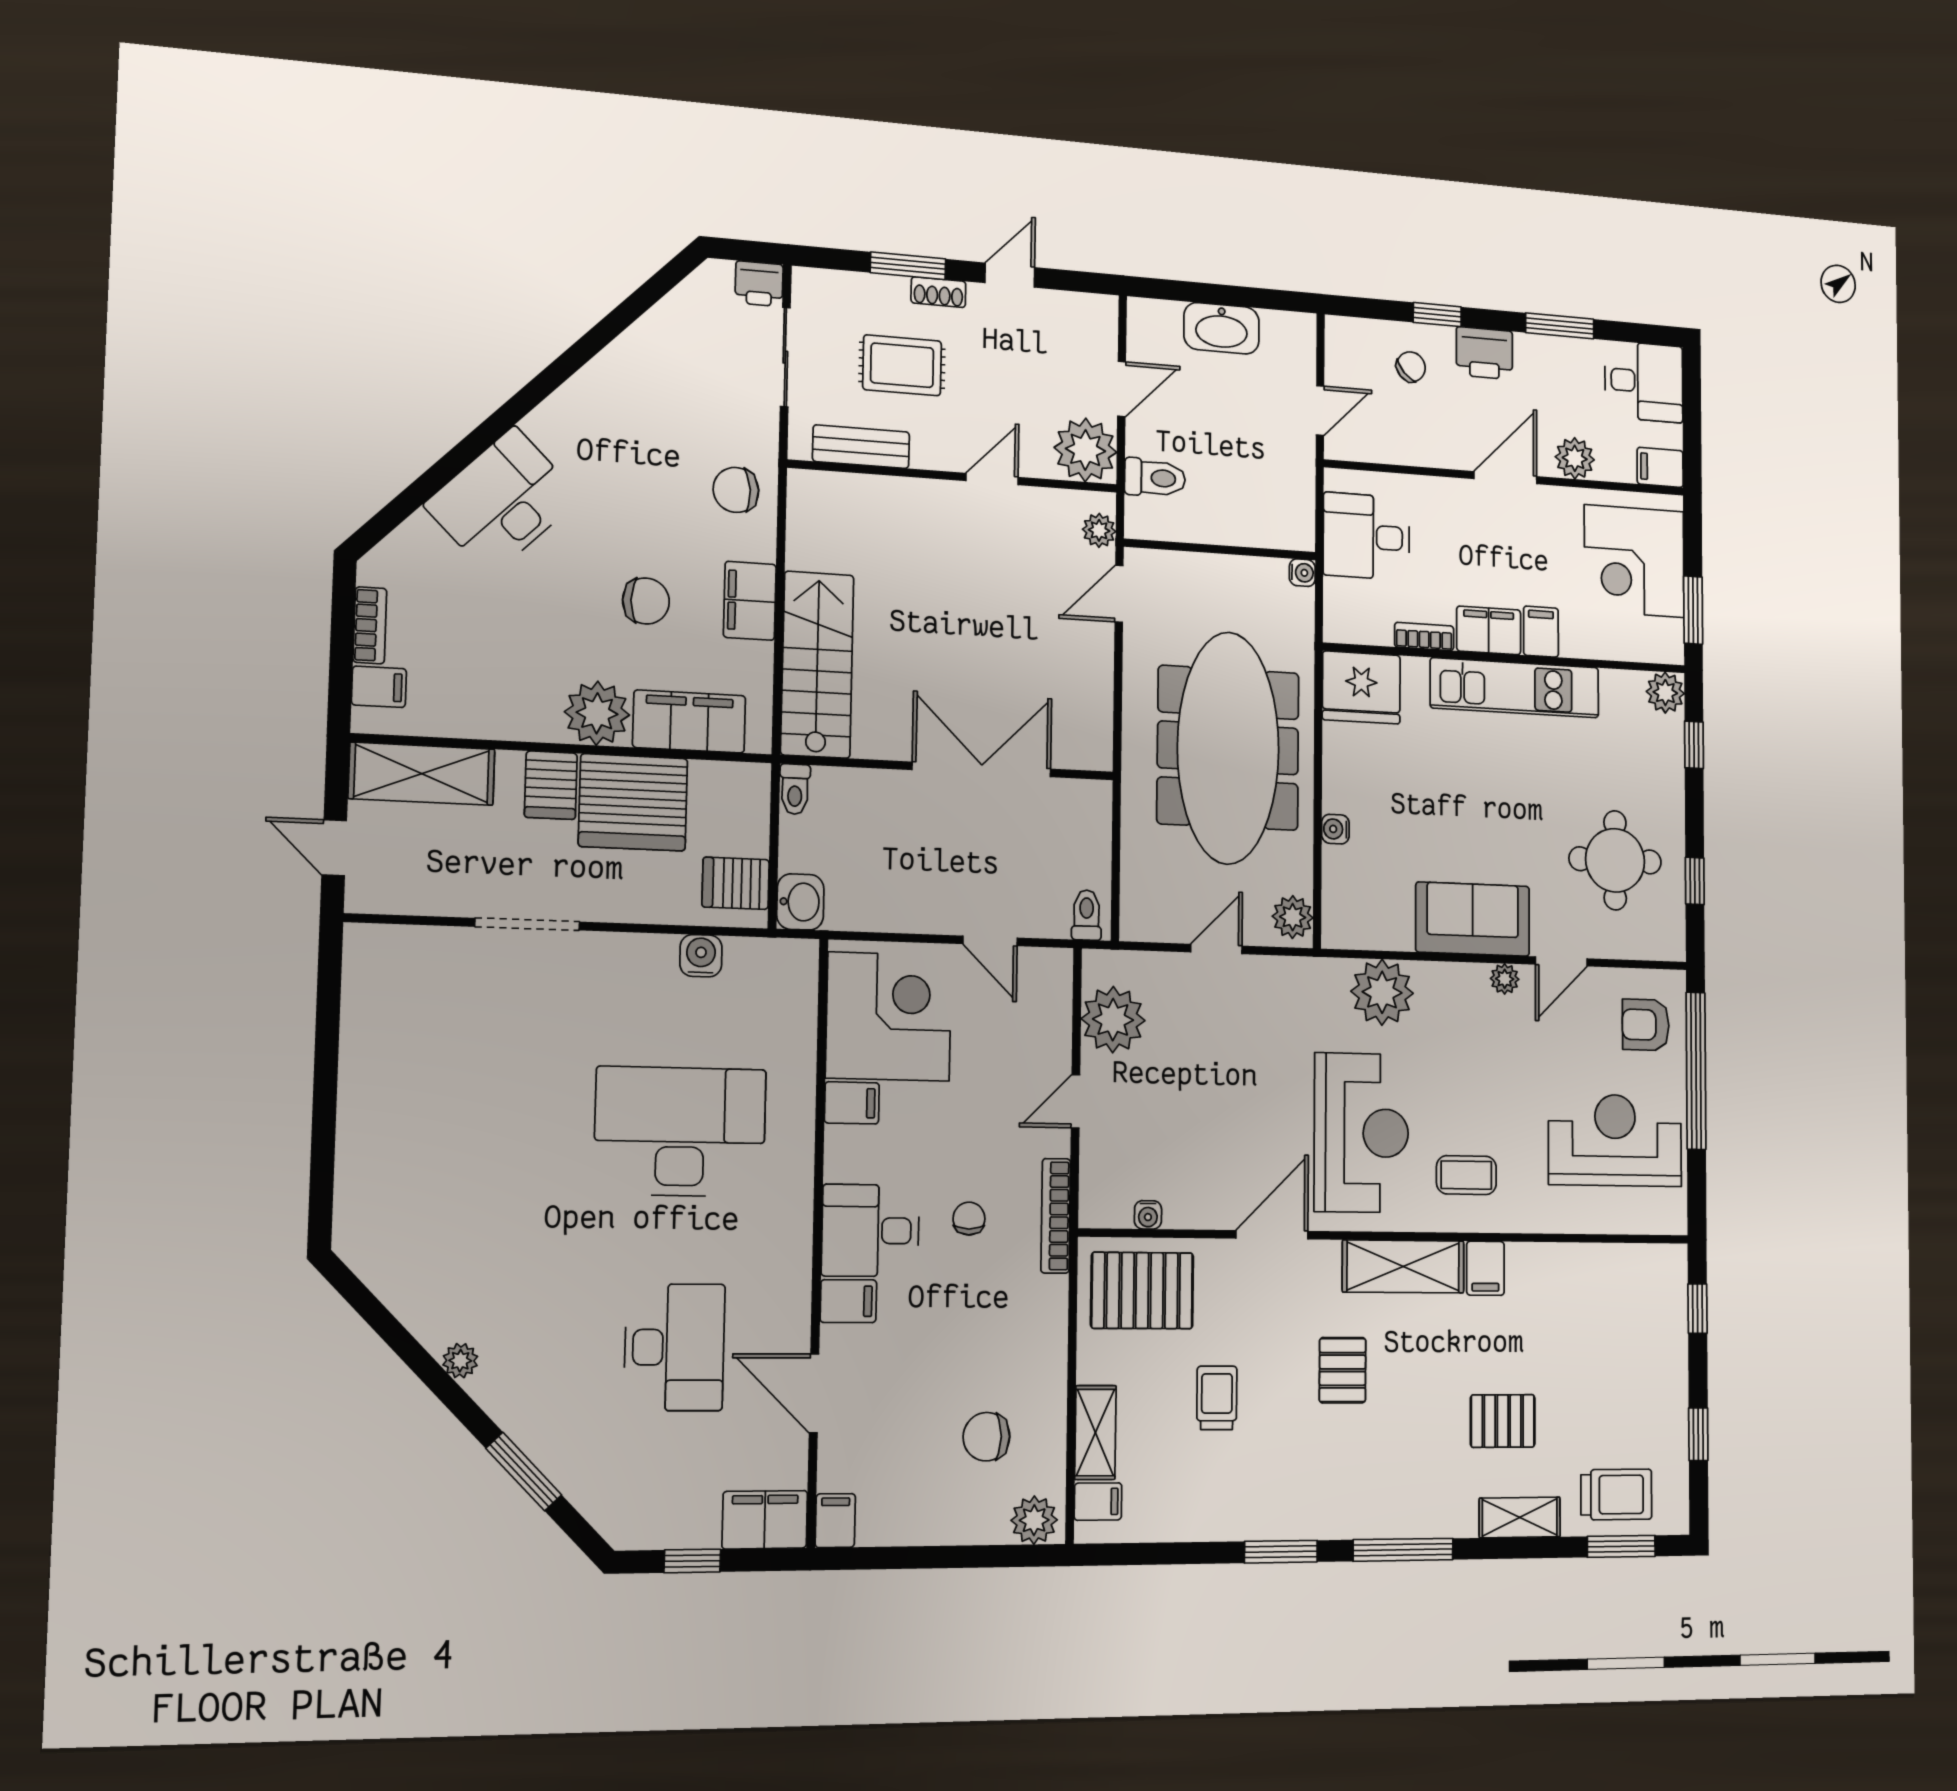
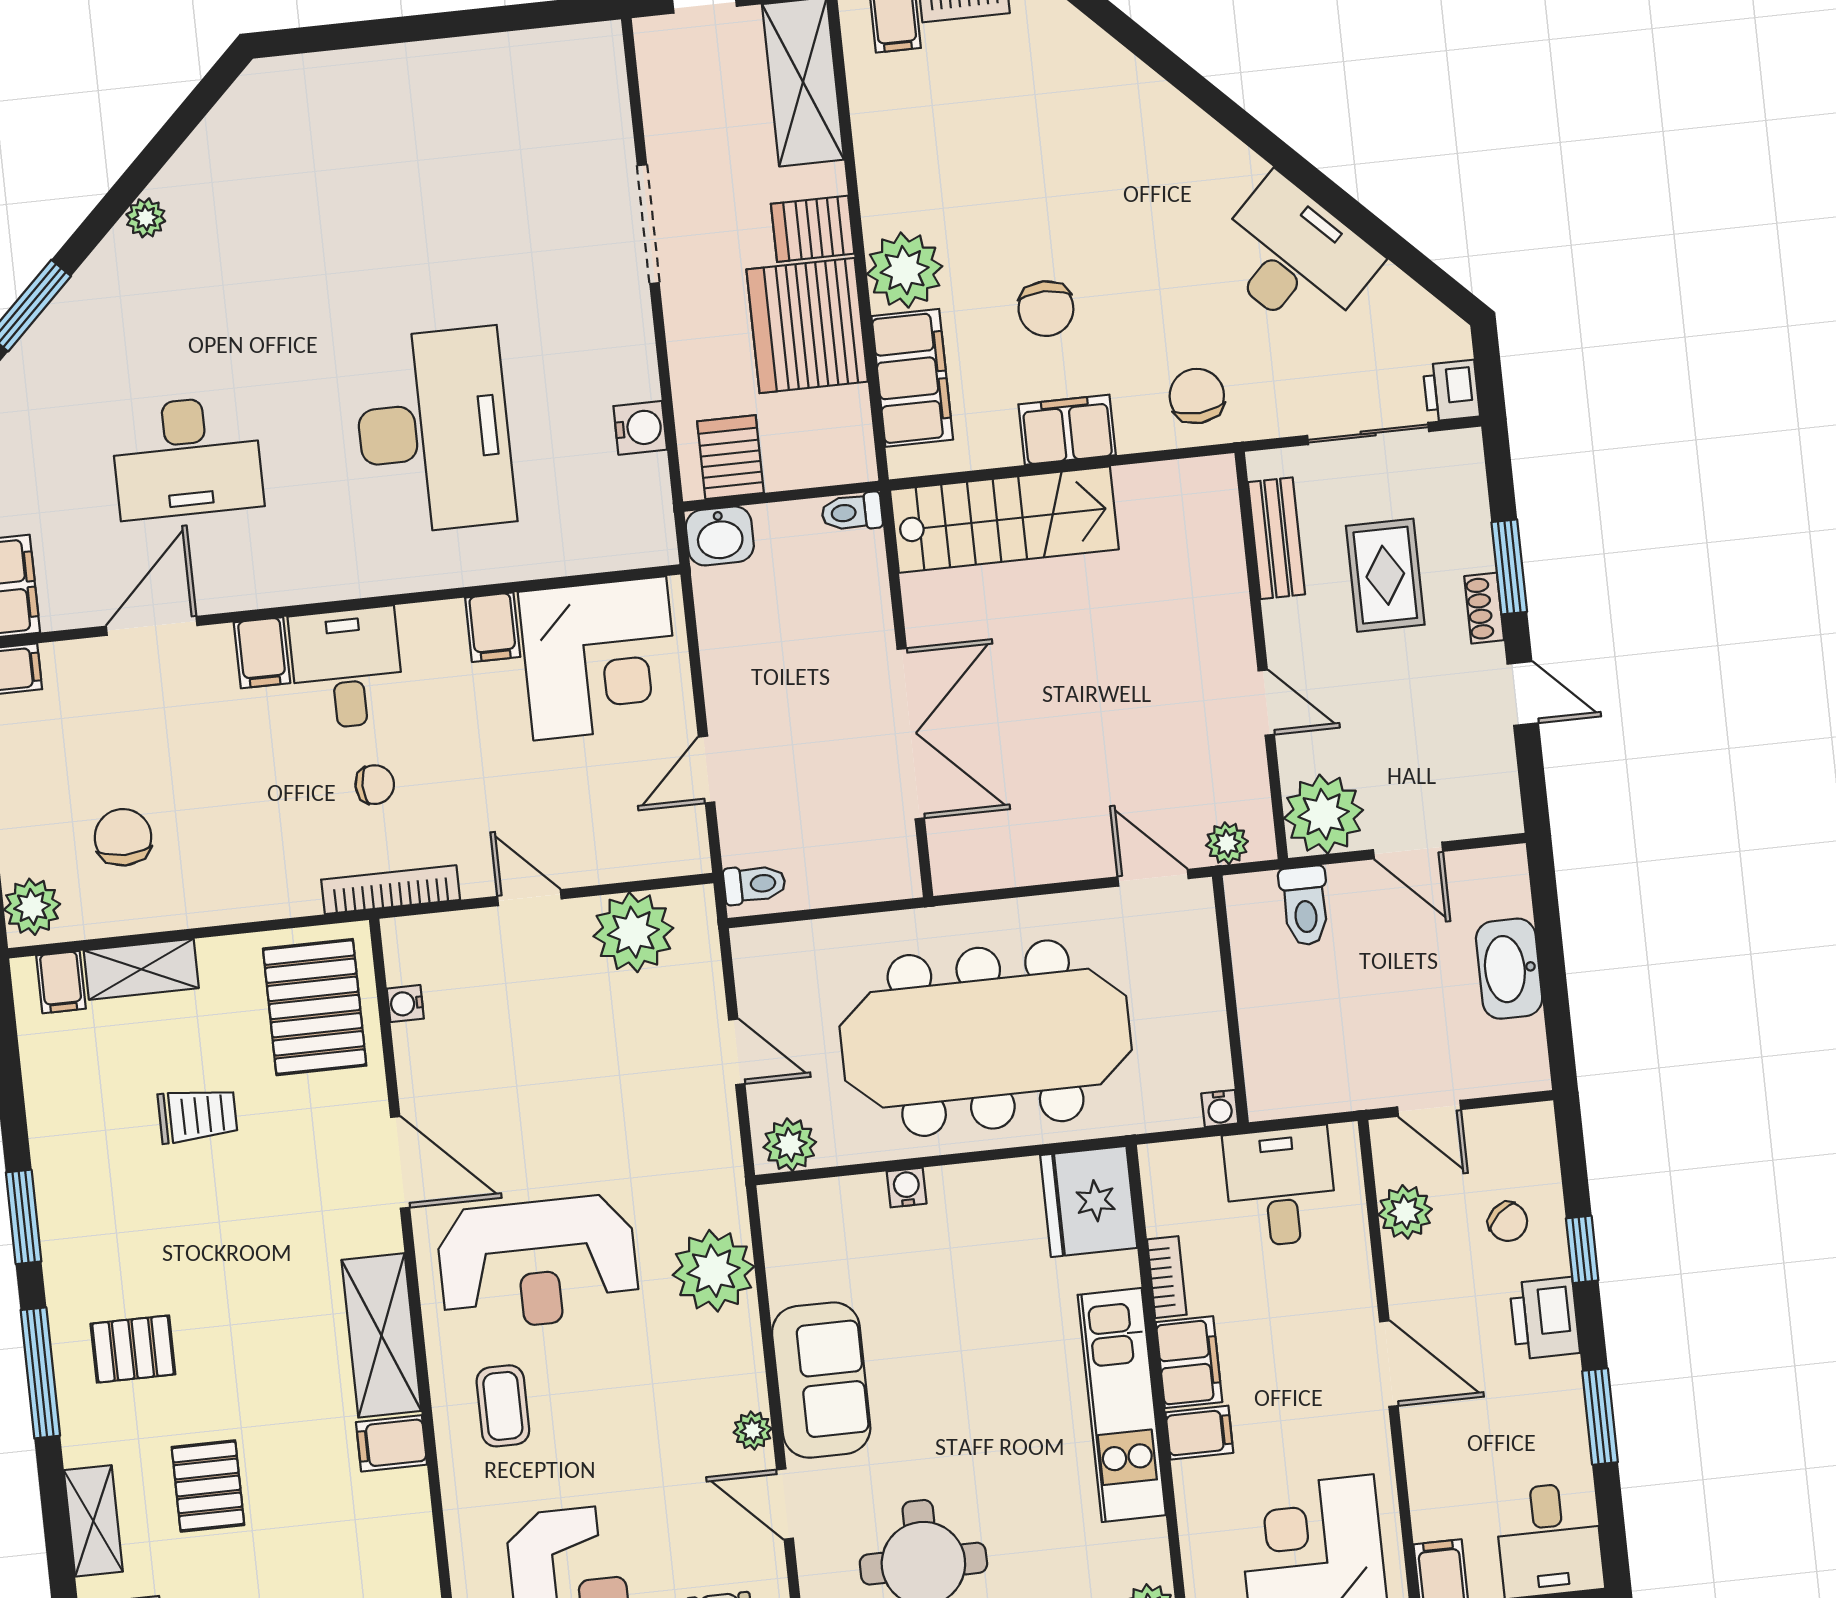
plant: (1575, 458) -> (1405, 1212), moved
desk: (503, 501) -> (1295, 258), moved
pallet: (1343, 1370) -> (133, 1349), moved

